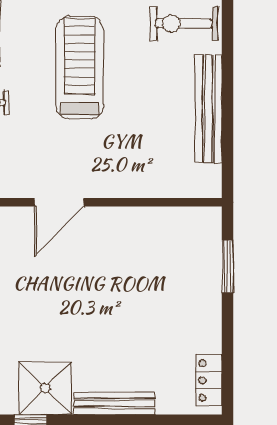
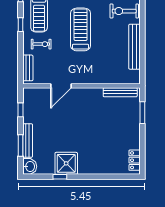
door: (59, 202) -> (61, 86), moved
bench: (115, 403) -> (120, 92), moved

